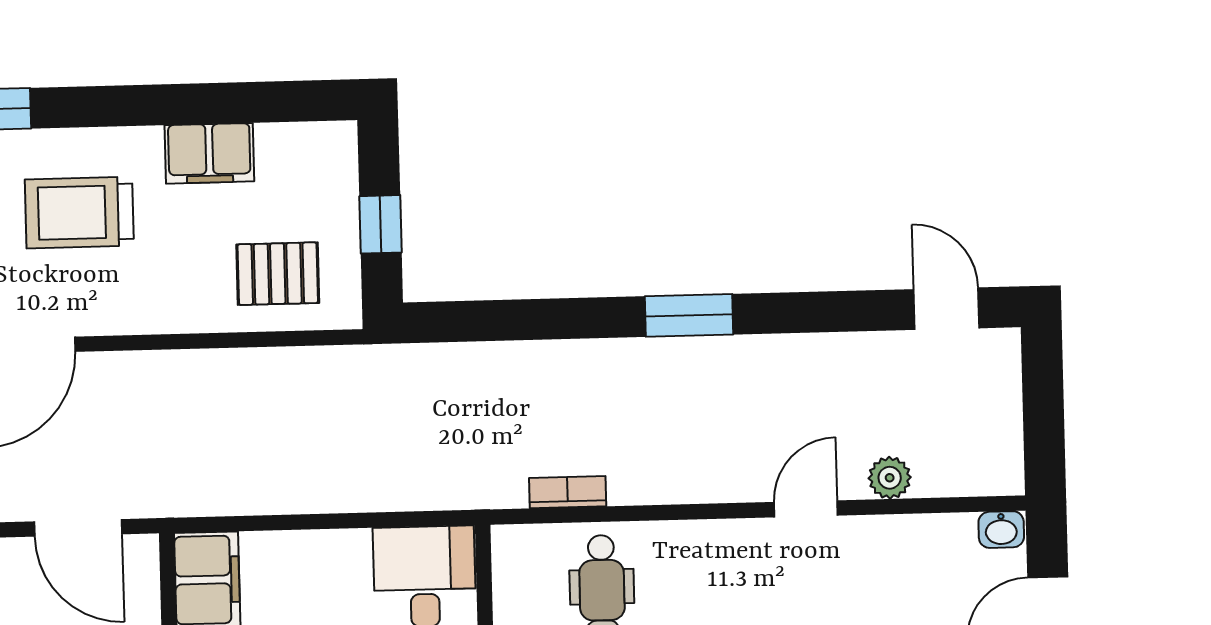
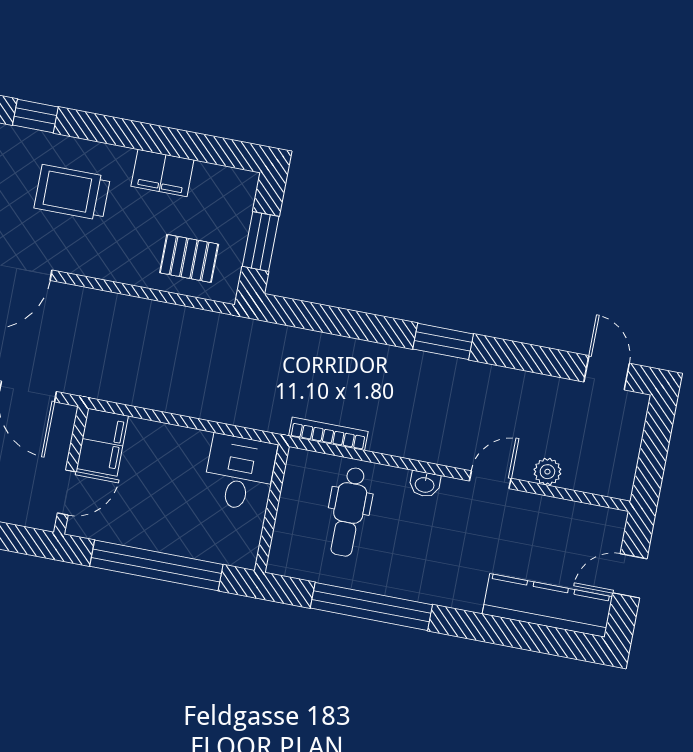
window: (380, 224) -> (261, 241), width x1.50
bookcase: (568, 492) -> (328, 434), width x1.56
washbasin: (1001, 530) -> (425, 484), moved

